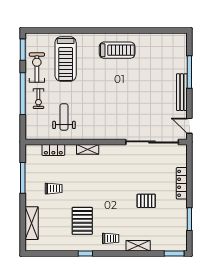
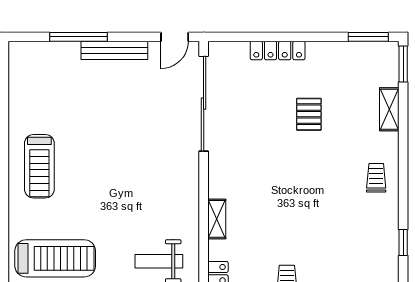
treadmill: (117, 50) -> (39, 166), turned 180
window: (189, 219) -> (368, 37), moved
pallet: (82, 221) -> (345, 229), removed
shelving: (138, 246) -> (389, 109), moved
window: (85, 253) -> (403, 242), moved

